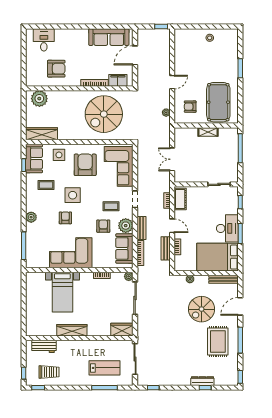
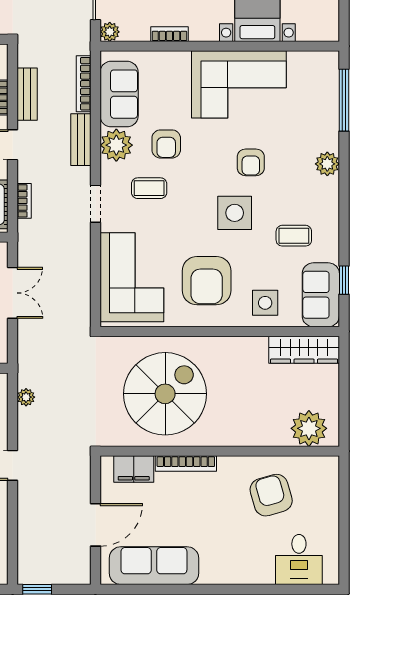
armchair: (56, 69) -> (271, 495), turned 74

